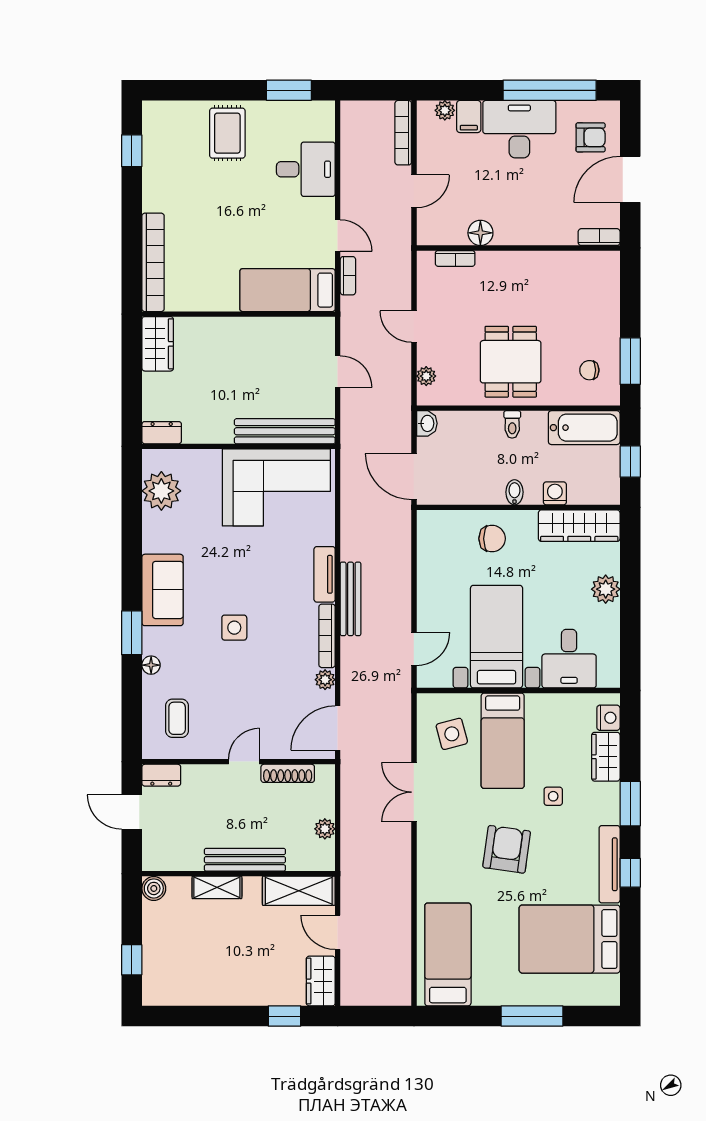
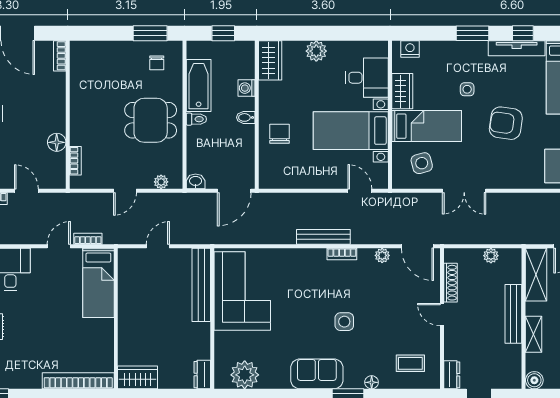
bathtub: (584, 428) -> (199, 85), moved
wardrobe: (579, 526) -> (270, 60), width x0.67
tv unit: (325, 574) -> (305, 256), removed
bookcase: (327, 636) -> (342, 254), width x0.64
wardrobe: (606, 757) -> (402, 91), moved, turned -90

